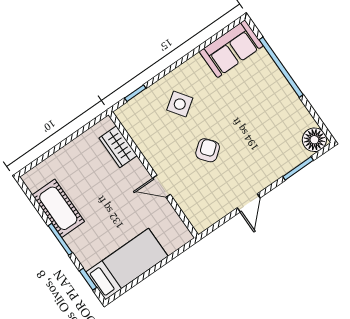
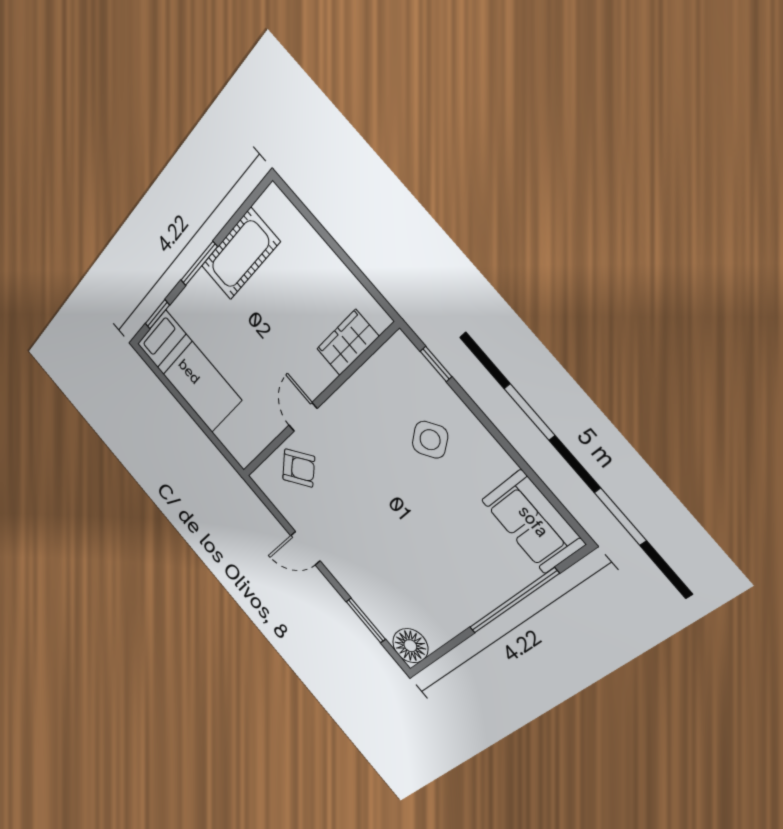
armchair: (208, 150) -> (299, 468), moved

